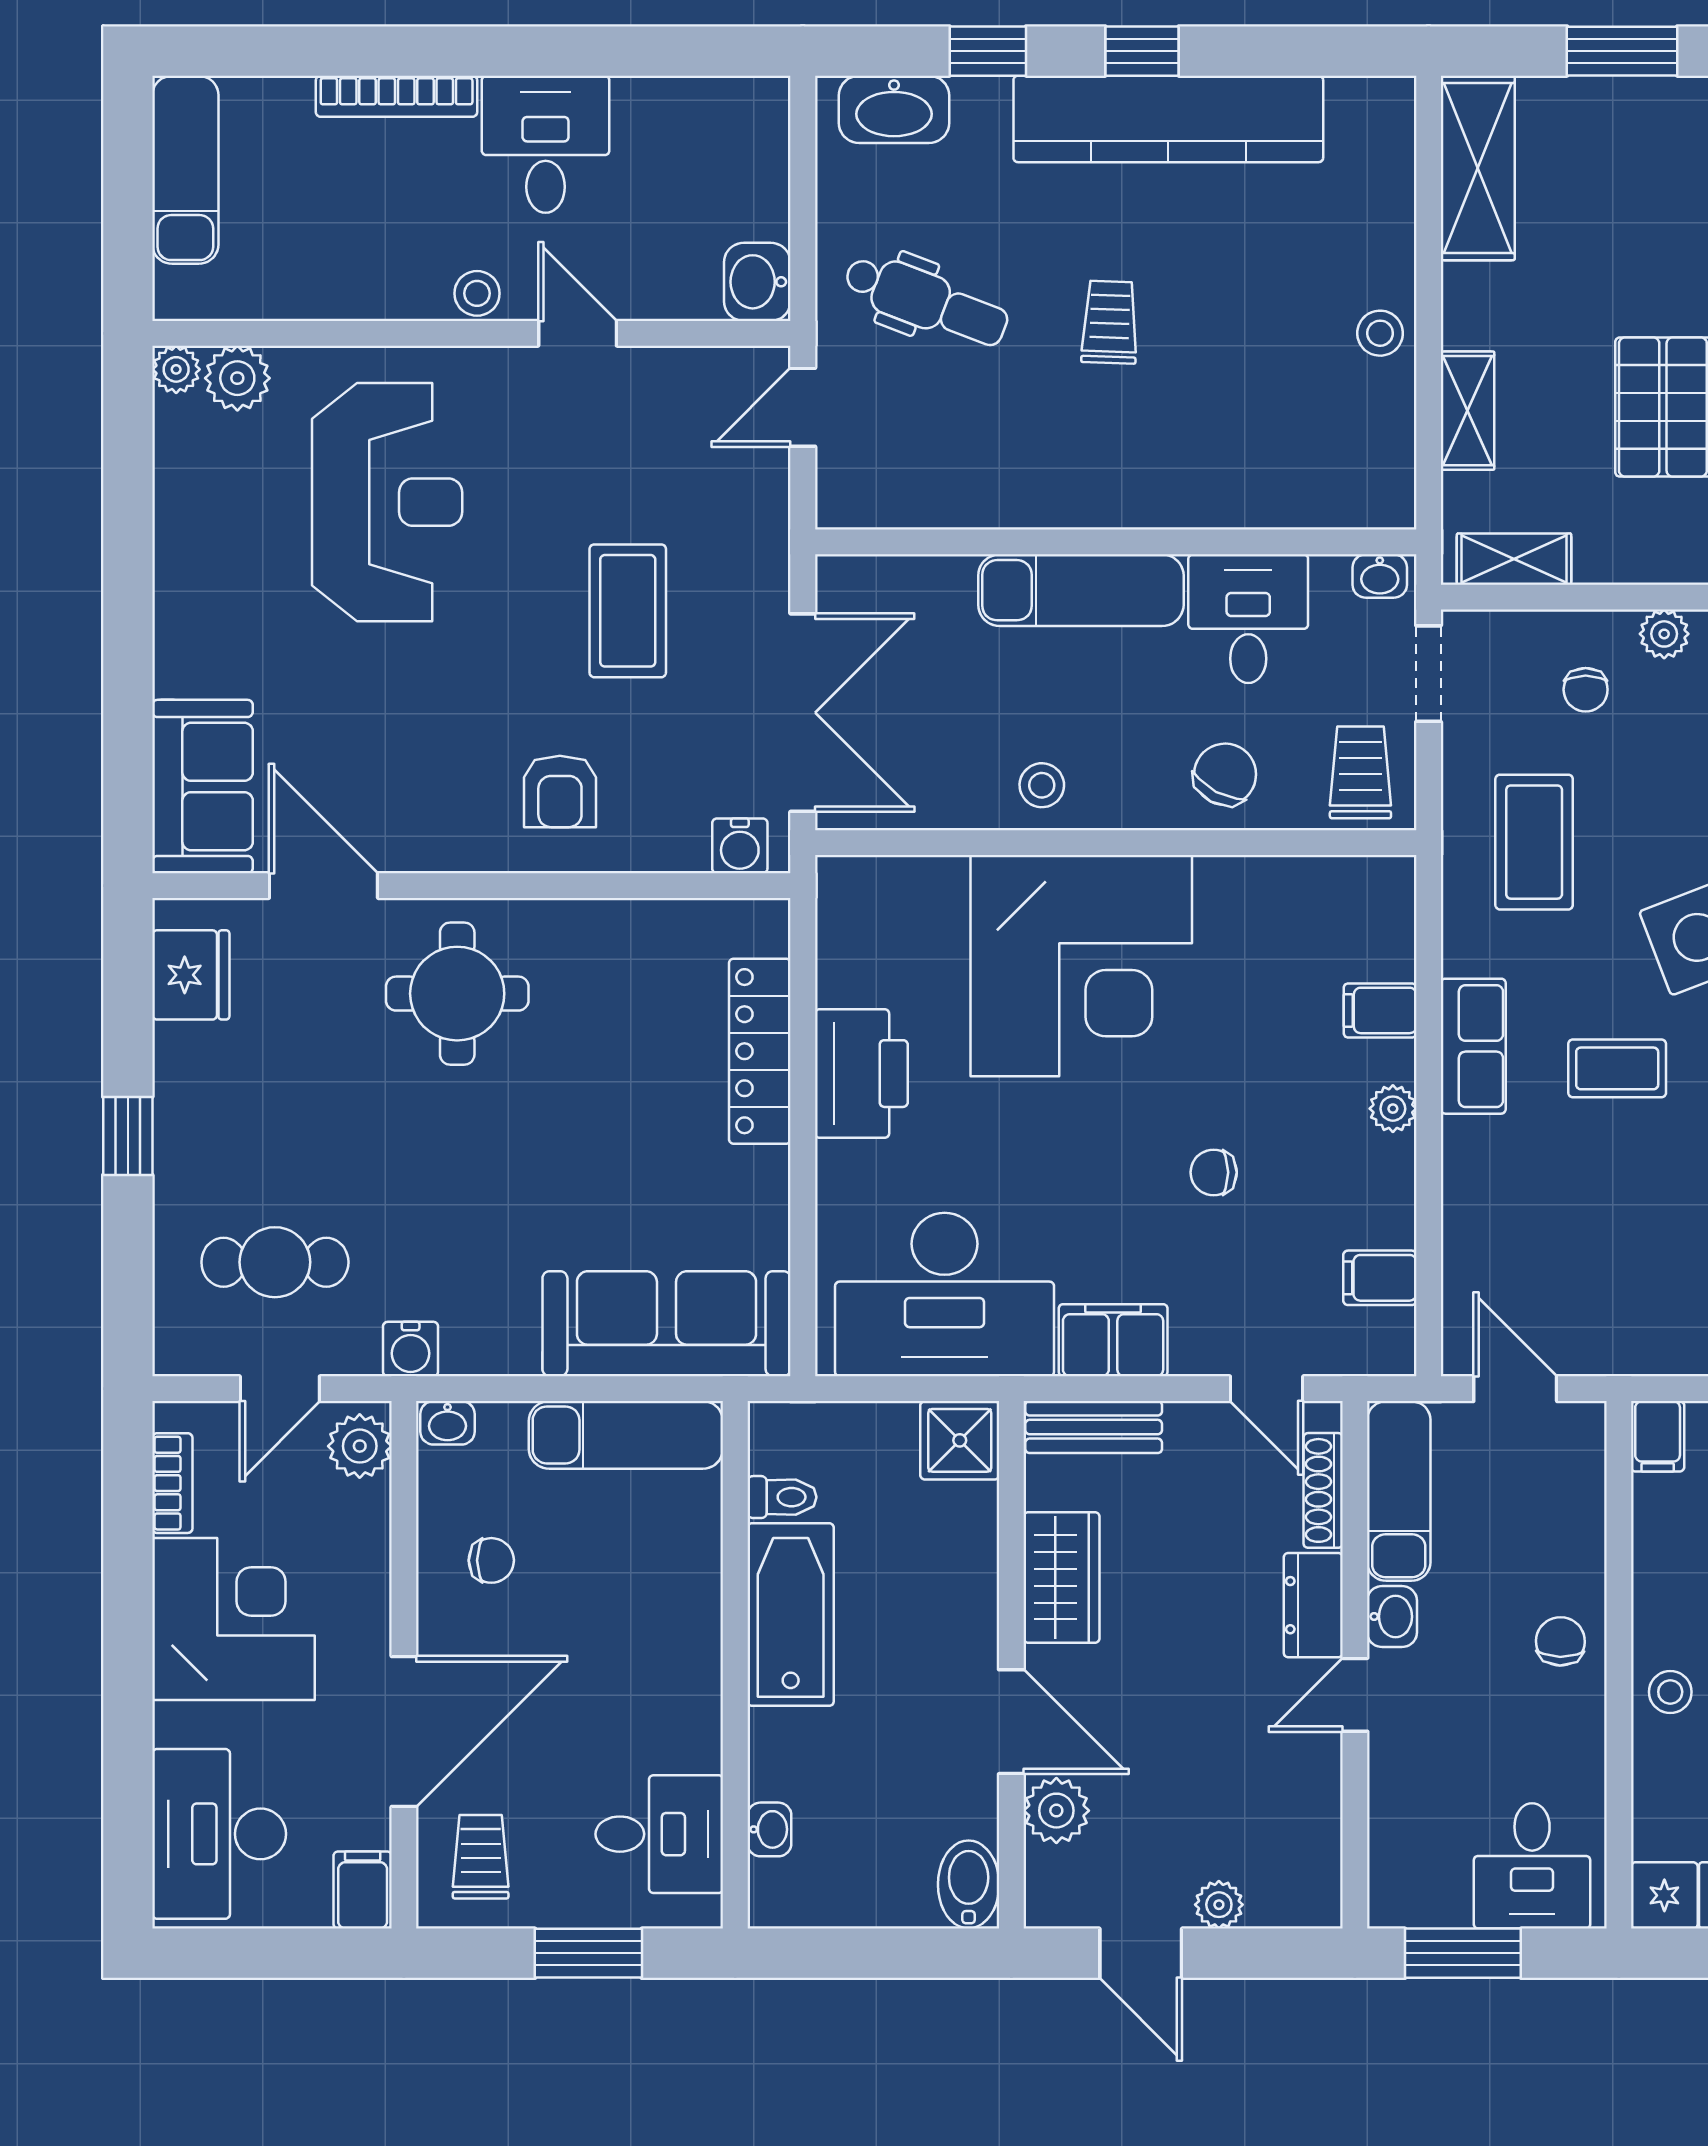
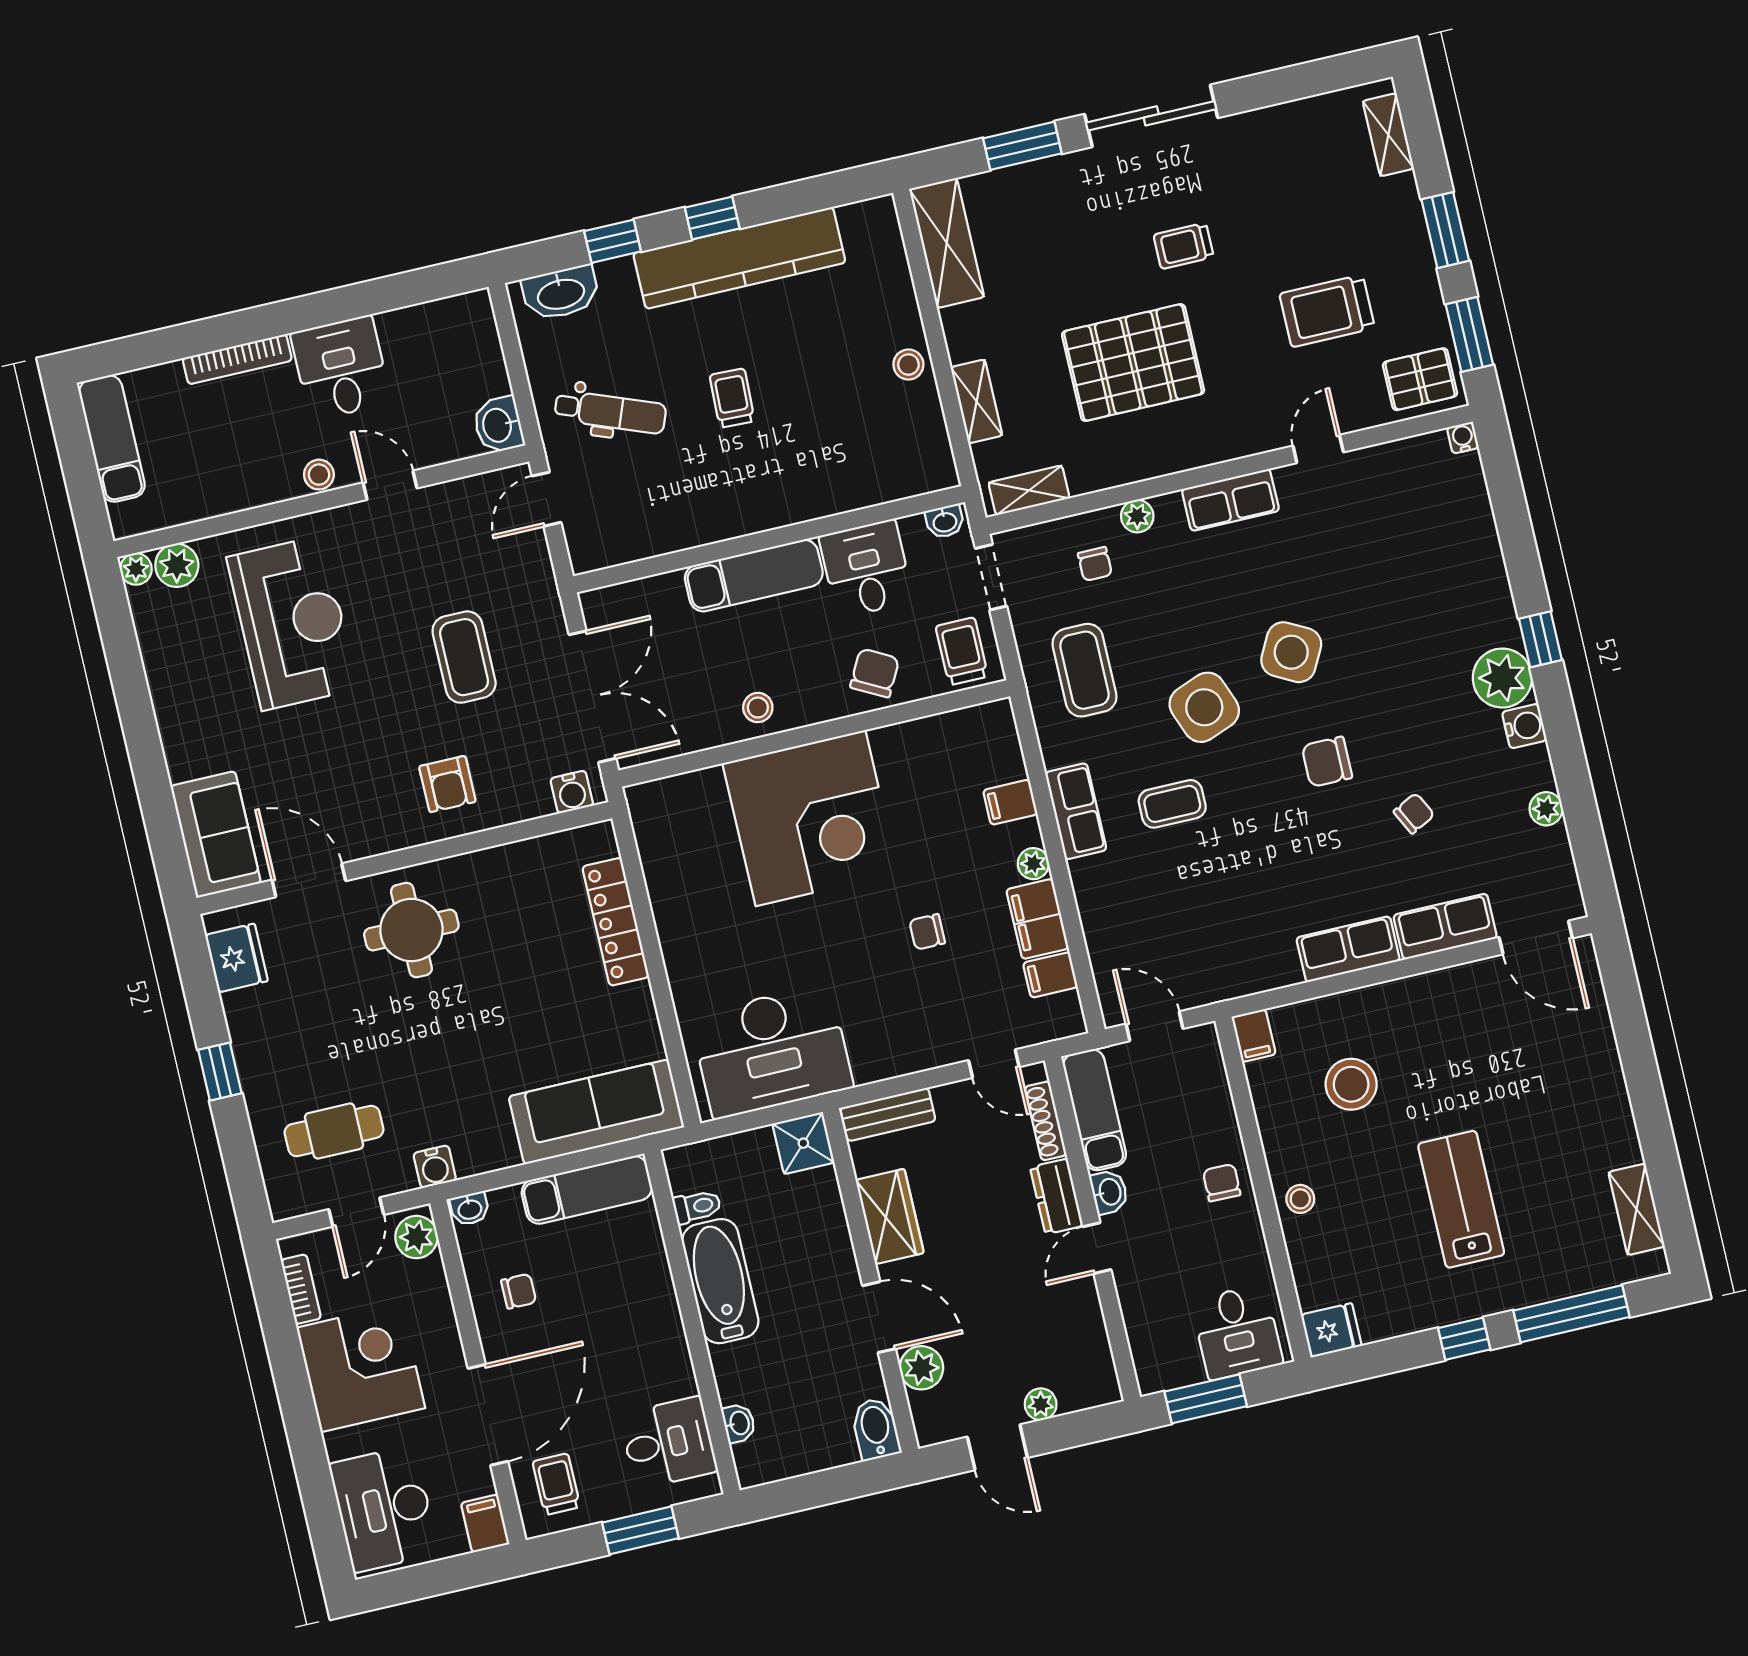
printer: (861, 1074) -> (685, 921), removed
filing cabinet: (1113, 1340) -> (1038, 919), moved, turned -90

